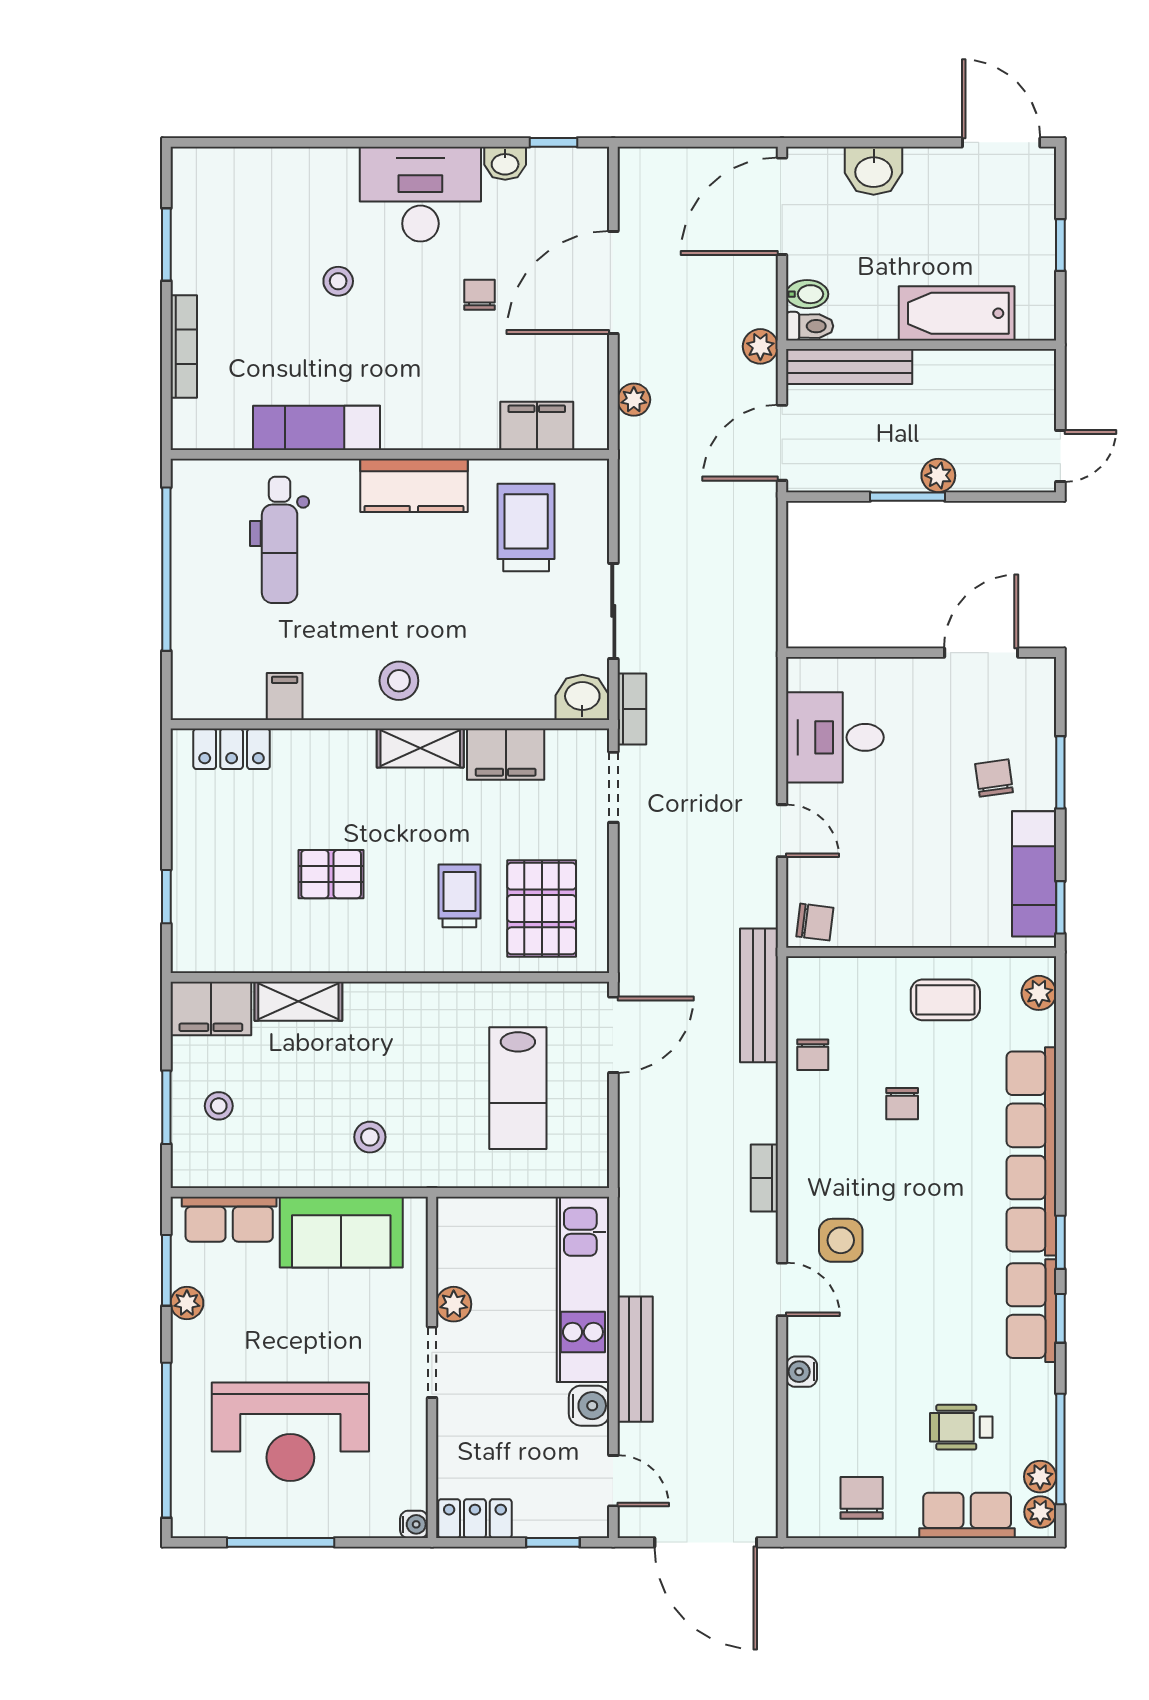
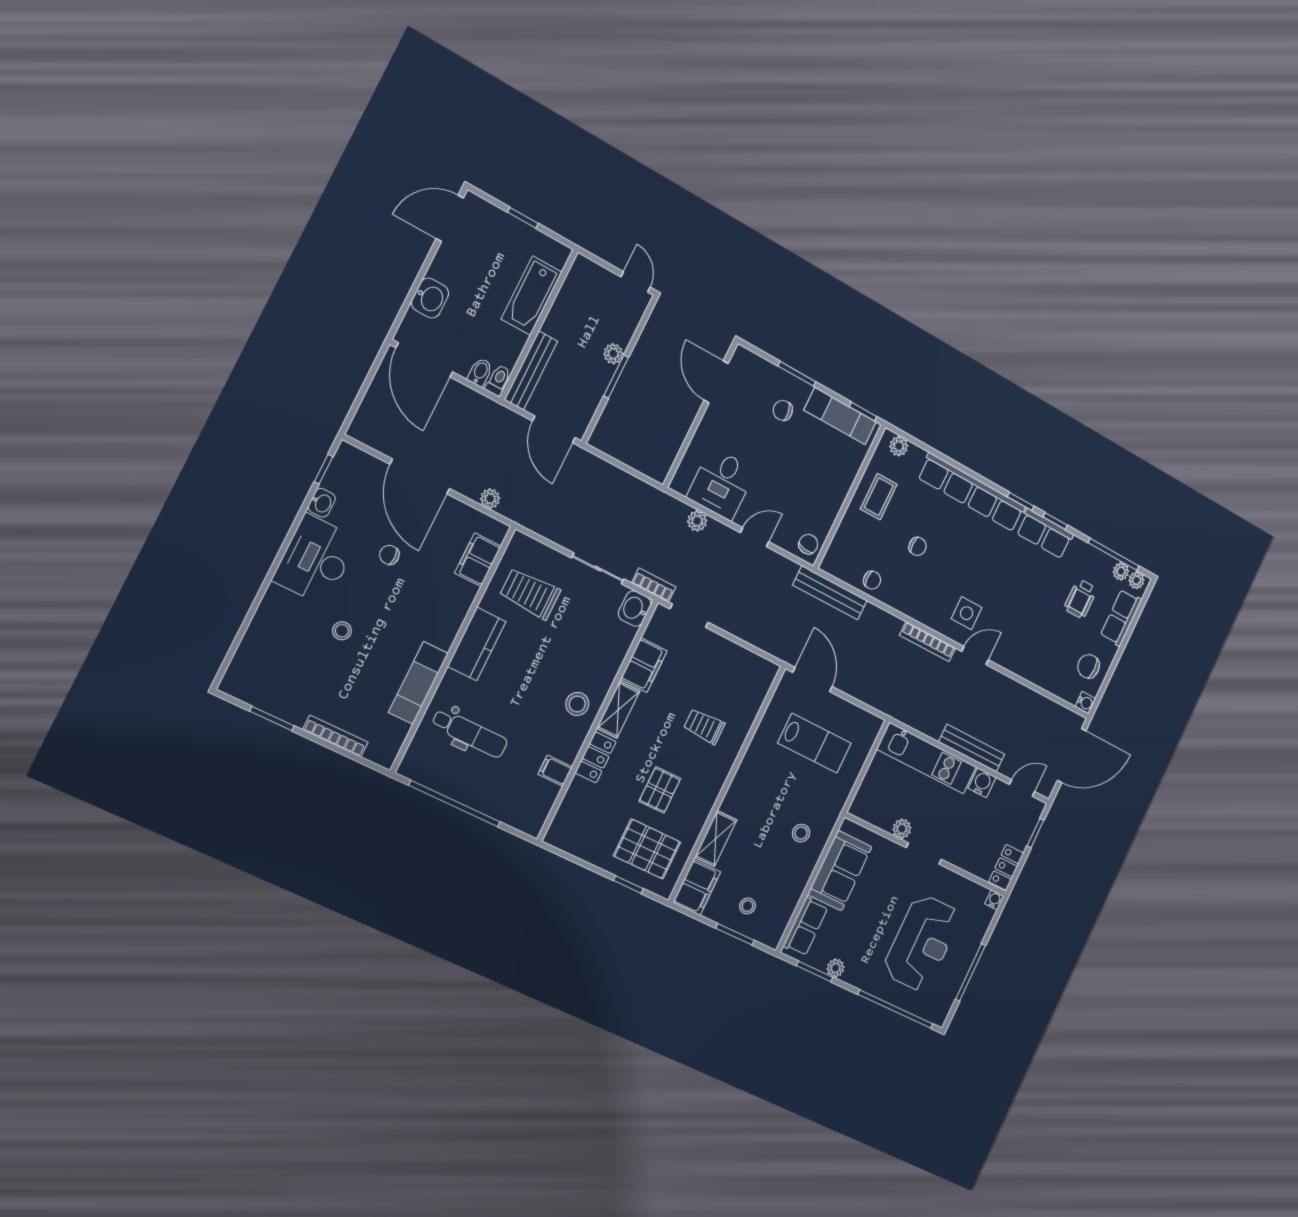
plant: (760, 346) -> (697, 521), moved
locker: (232, 749) -> (596, 757), moved
pallet: (542, 908) -> (647, 849), moved
bookcase: (764, 1178) -> (928, 642), width x1.56
water cooler: (802, 1372) -> (1085, 703), moved, turned -90

